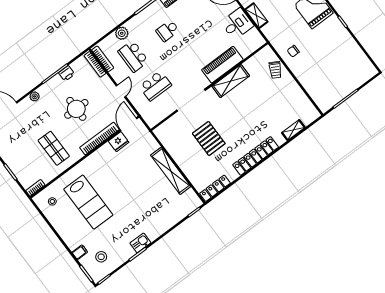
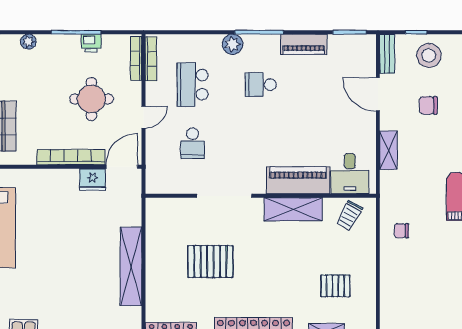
desk: (237, 24) -> (350, 174), moved, turned 90
plant: (122, 33) -> (232, 44), moved
trolley: (275, 70) -> (349, 215), moved
school desk: (155, 86) -> (193, 143), width x0.54
pallet: (281, 104) -> (335, 286), added
round table: (76, 109) -> (91, 99), moved
pallet: (209, 139) -> (210, 261), turned 90

